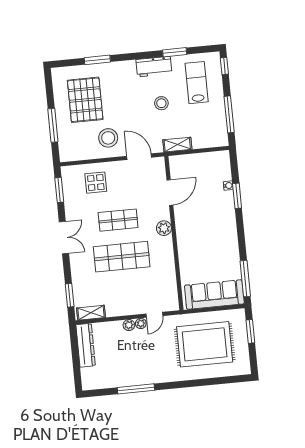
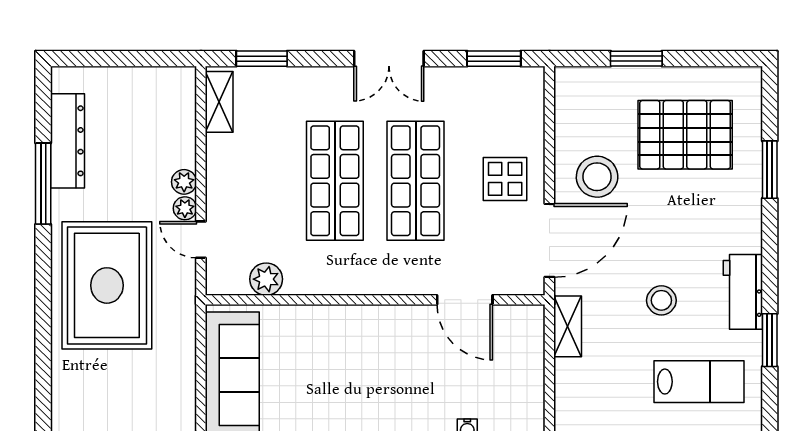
window: (53, 125) -> (636, 59), width x0.69
door: (139, 157) -> (549, 240), width x1.36
display table: (96, 183) -> (505, 179), moved
shop shelf: (118, 220) -> (416, 181), width x1.43, depth x1.36
plant: (164, 228) -> (266, 279), moved
rug: (205, 344) -> (107, 285), moved
dresser: (86, 345) -> (67, 141), moved, turned -90

